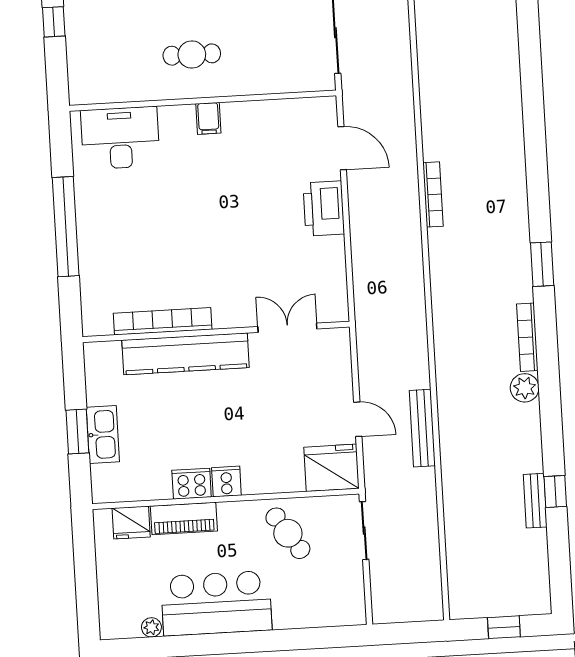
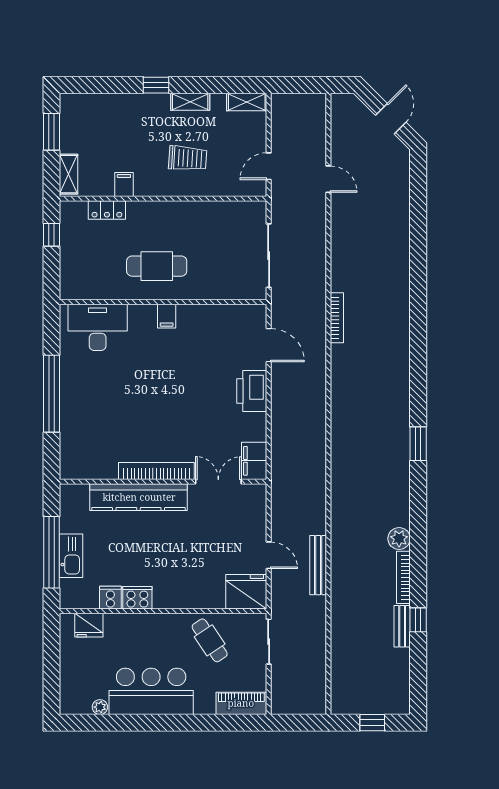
cafe table: (192, 55) -> (157, 266), width x1.37, depth x1.35
bookcase: (433, 194) -> (337, 318), moved
filing cabinet: (332, 298) -> (254, 461), added
bookcase: (163, 321) -> (156, 471), moved
bookcase: (527, 337) -> (403, 577), moved
window: (77, 431) -> (51, 552), width x2.11
cooker: (226, 481) -> (110, 598), moved
piano: (184, 518) -> (241, 703), moved, turned 180

